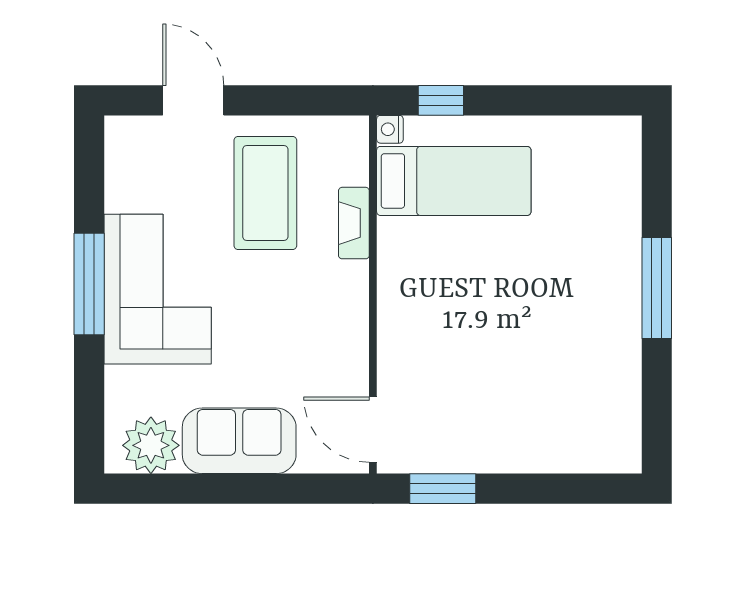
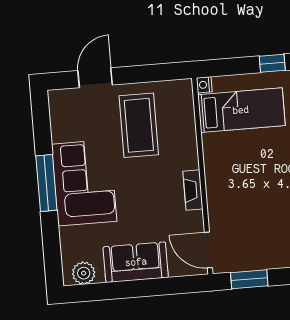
door: (193, 100) -> (95, 78), hinge flipped
window: (441, 100) -> (272, 63), moved
fireplace: (354, 223) -> (193, 190), moved
plant: (151, 445) -> (84, 273), width x0.73, depth x0.73

